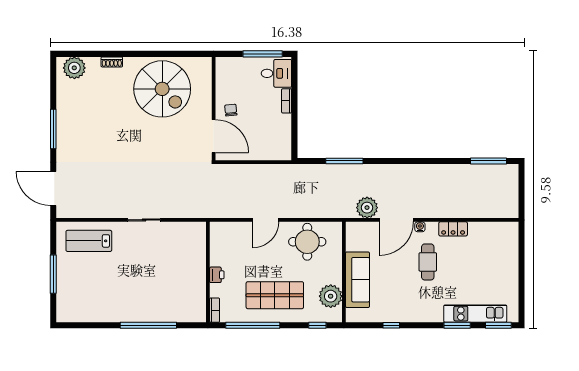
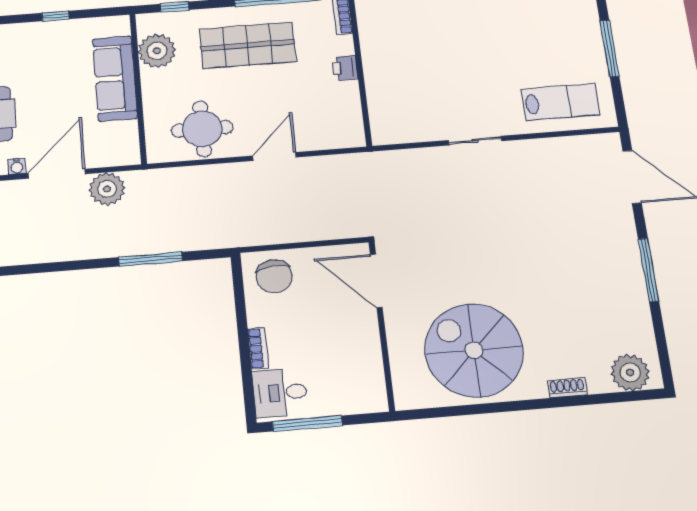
chair: (231, 110) -> (274, 276), moved, width x1.87, depth x1.87

